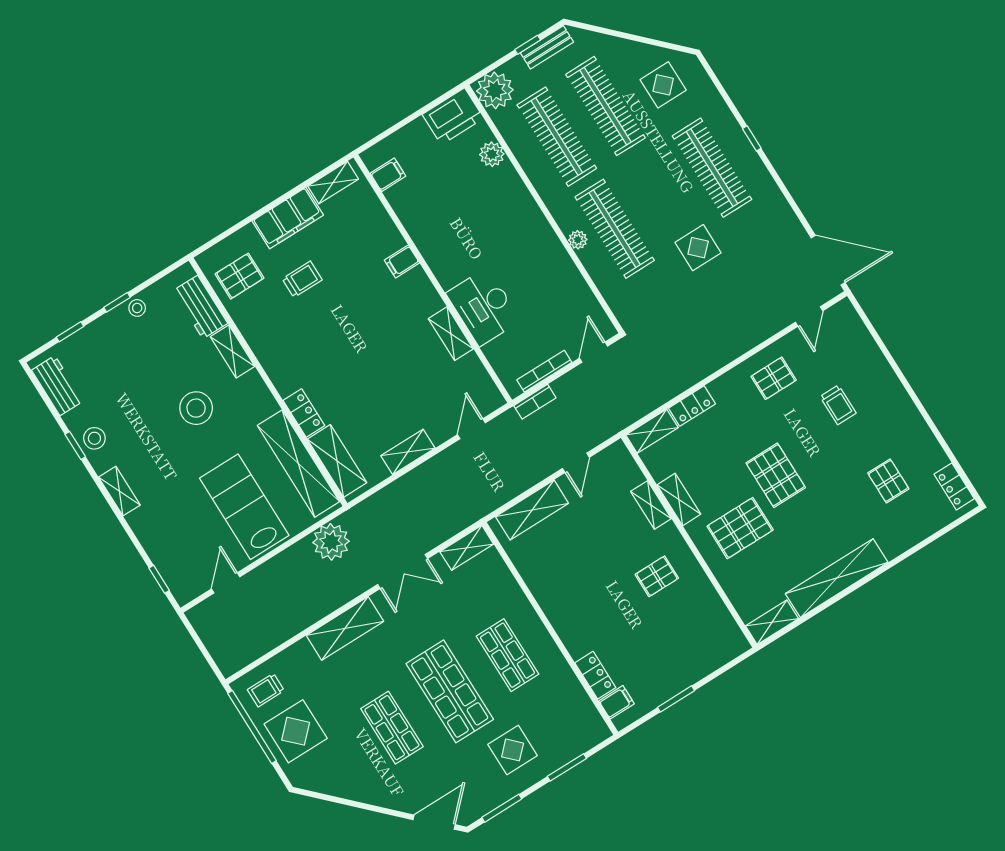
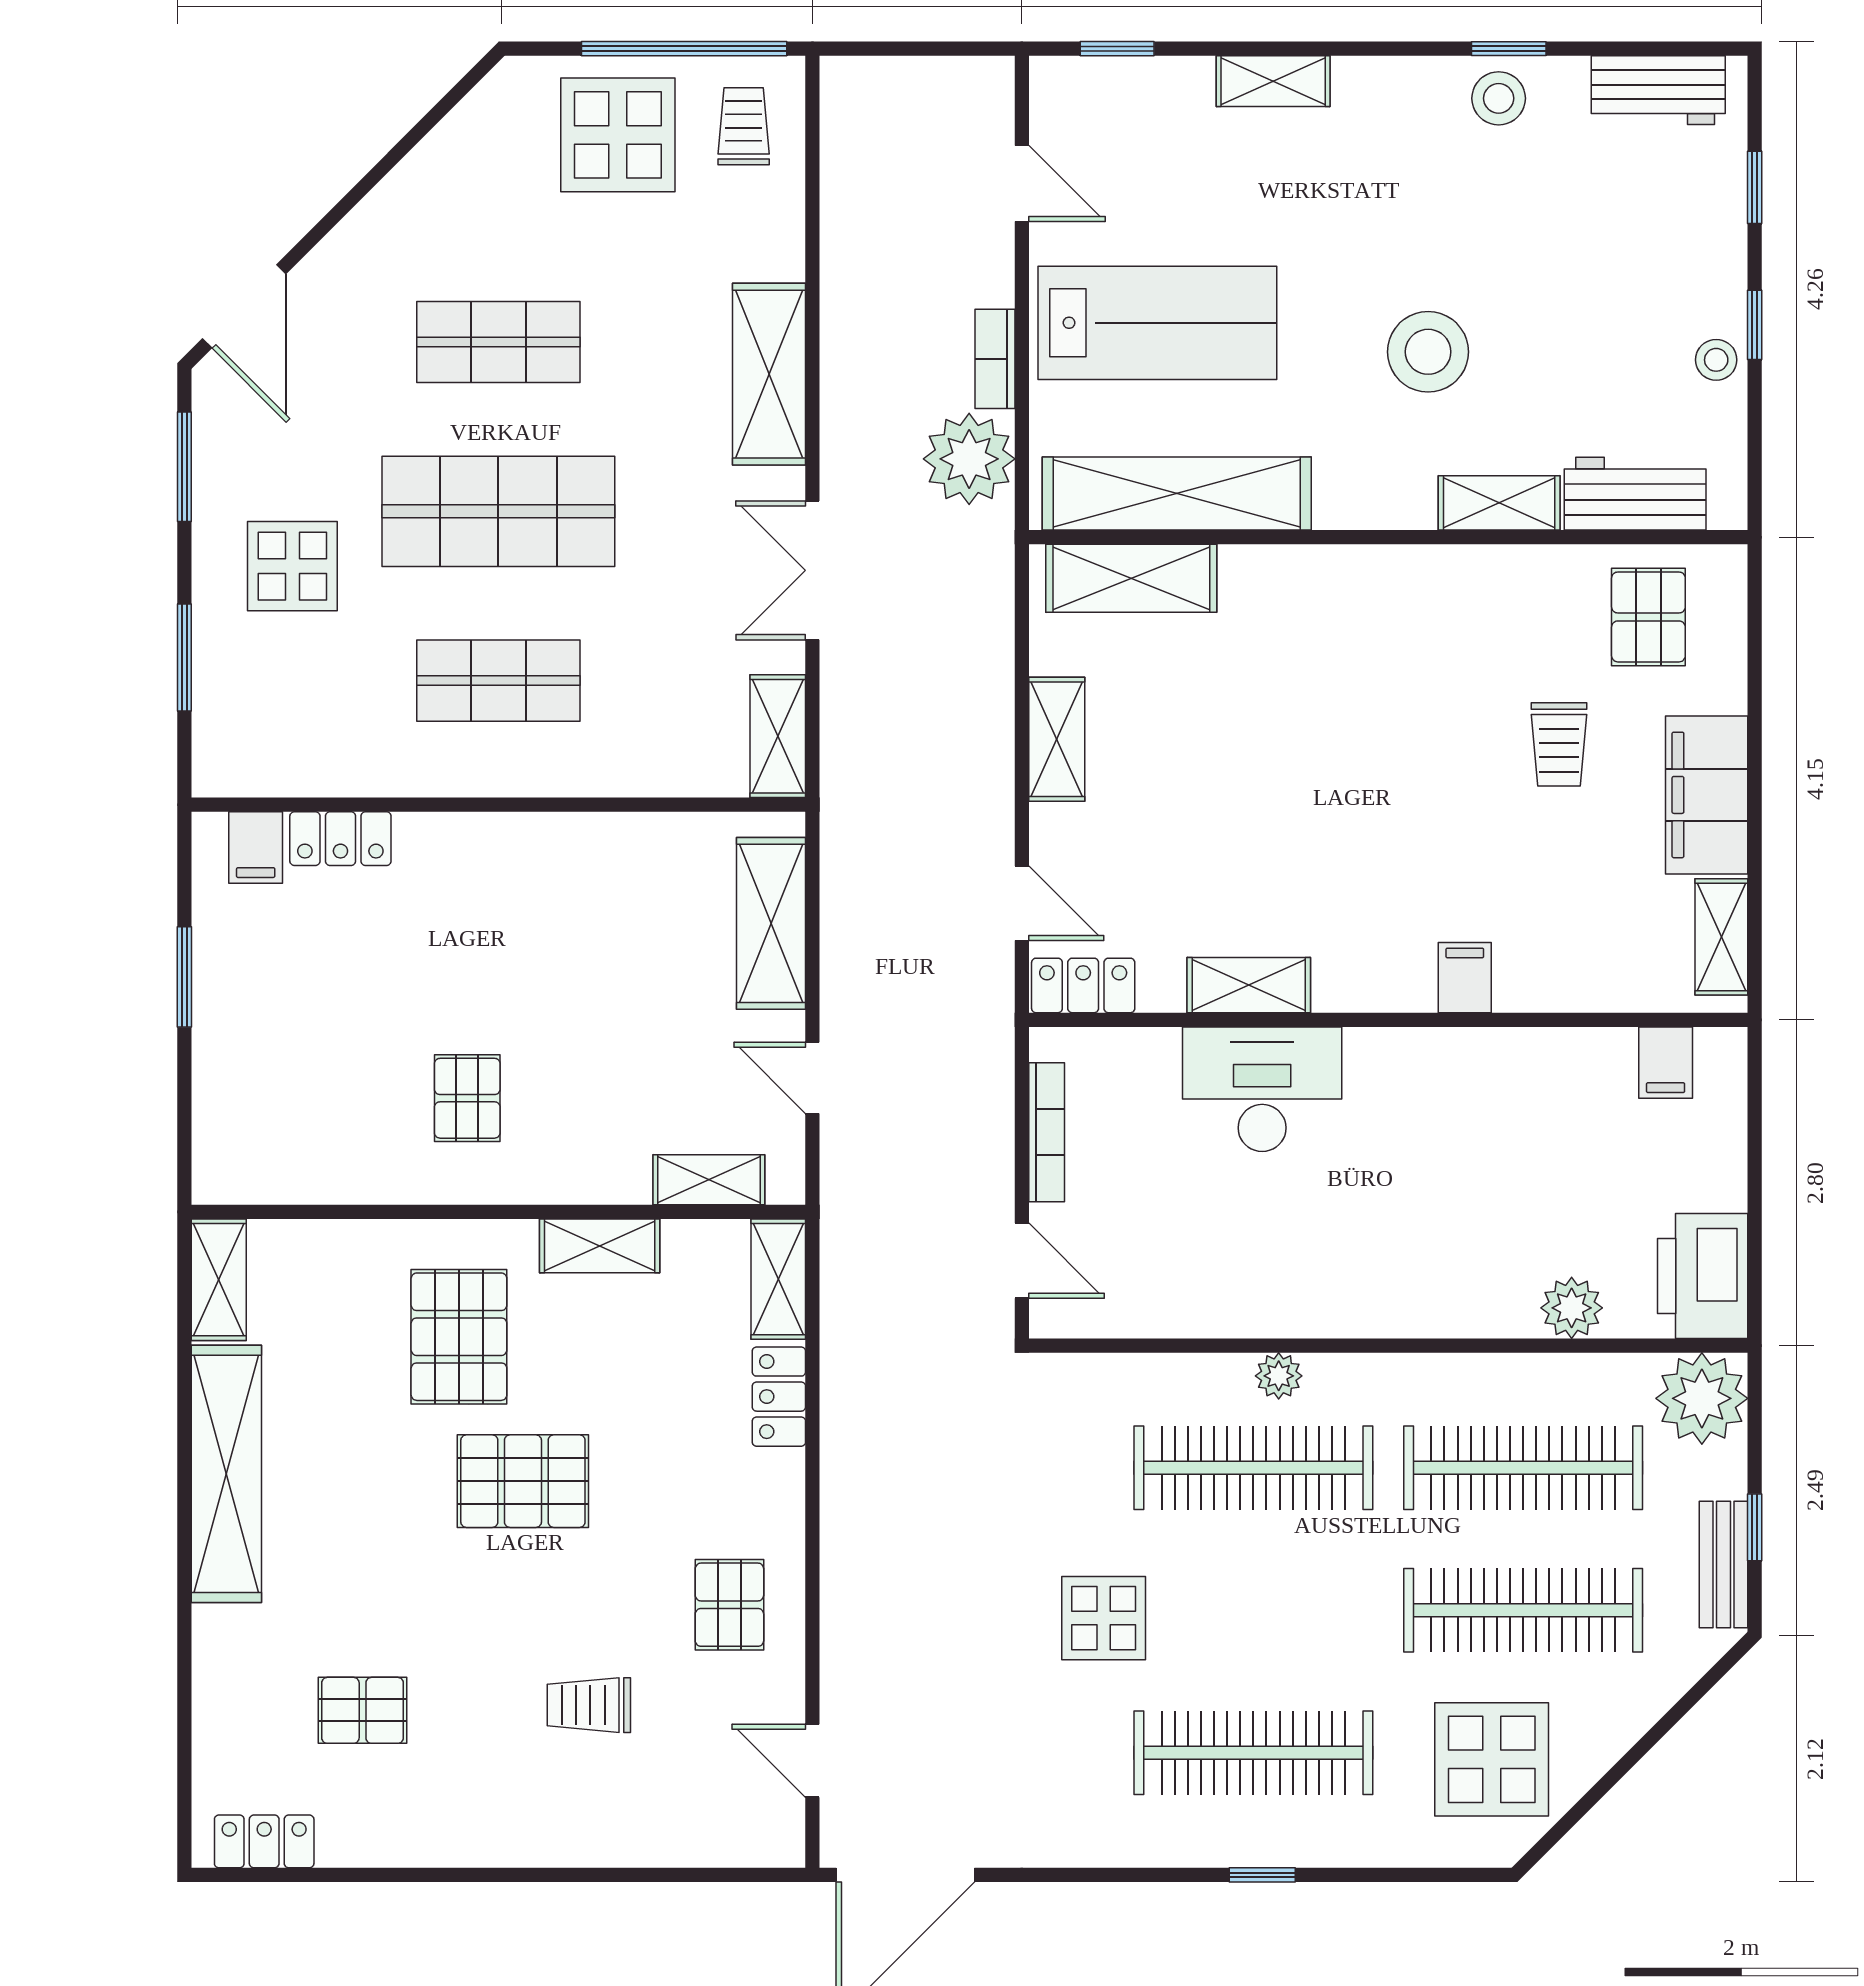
display table: (663, 85) -> (1492, 1759), width x1.36, depth x1.36
bookcase: (535, 402) -> (995, 359), moved
locker: (304, 413) -> (1083, 985), moved, turned 180
shelving: (119, 491) -> (1273, 81), moved
shelving: (651, 505) -> (709, 1180), moved

